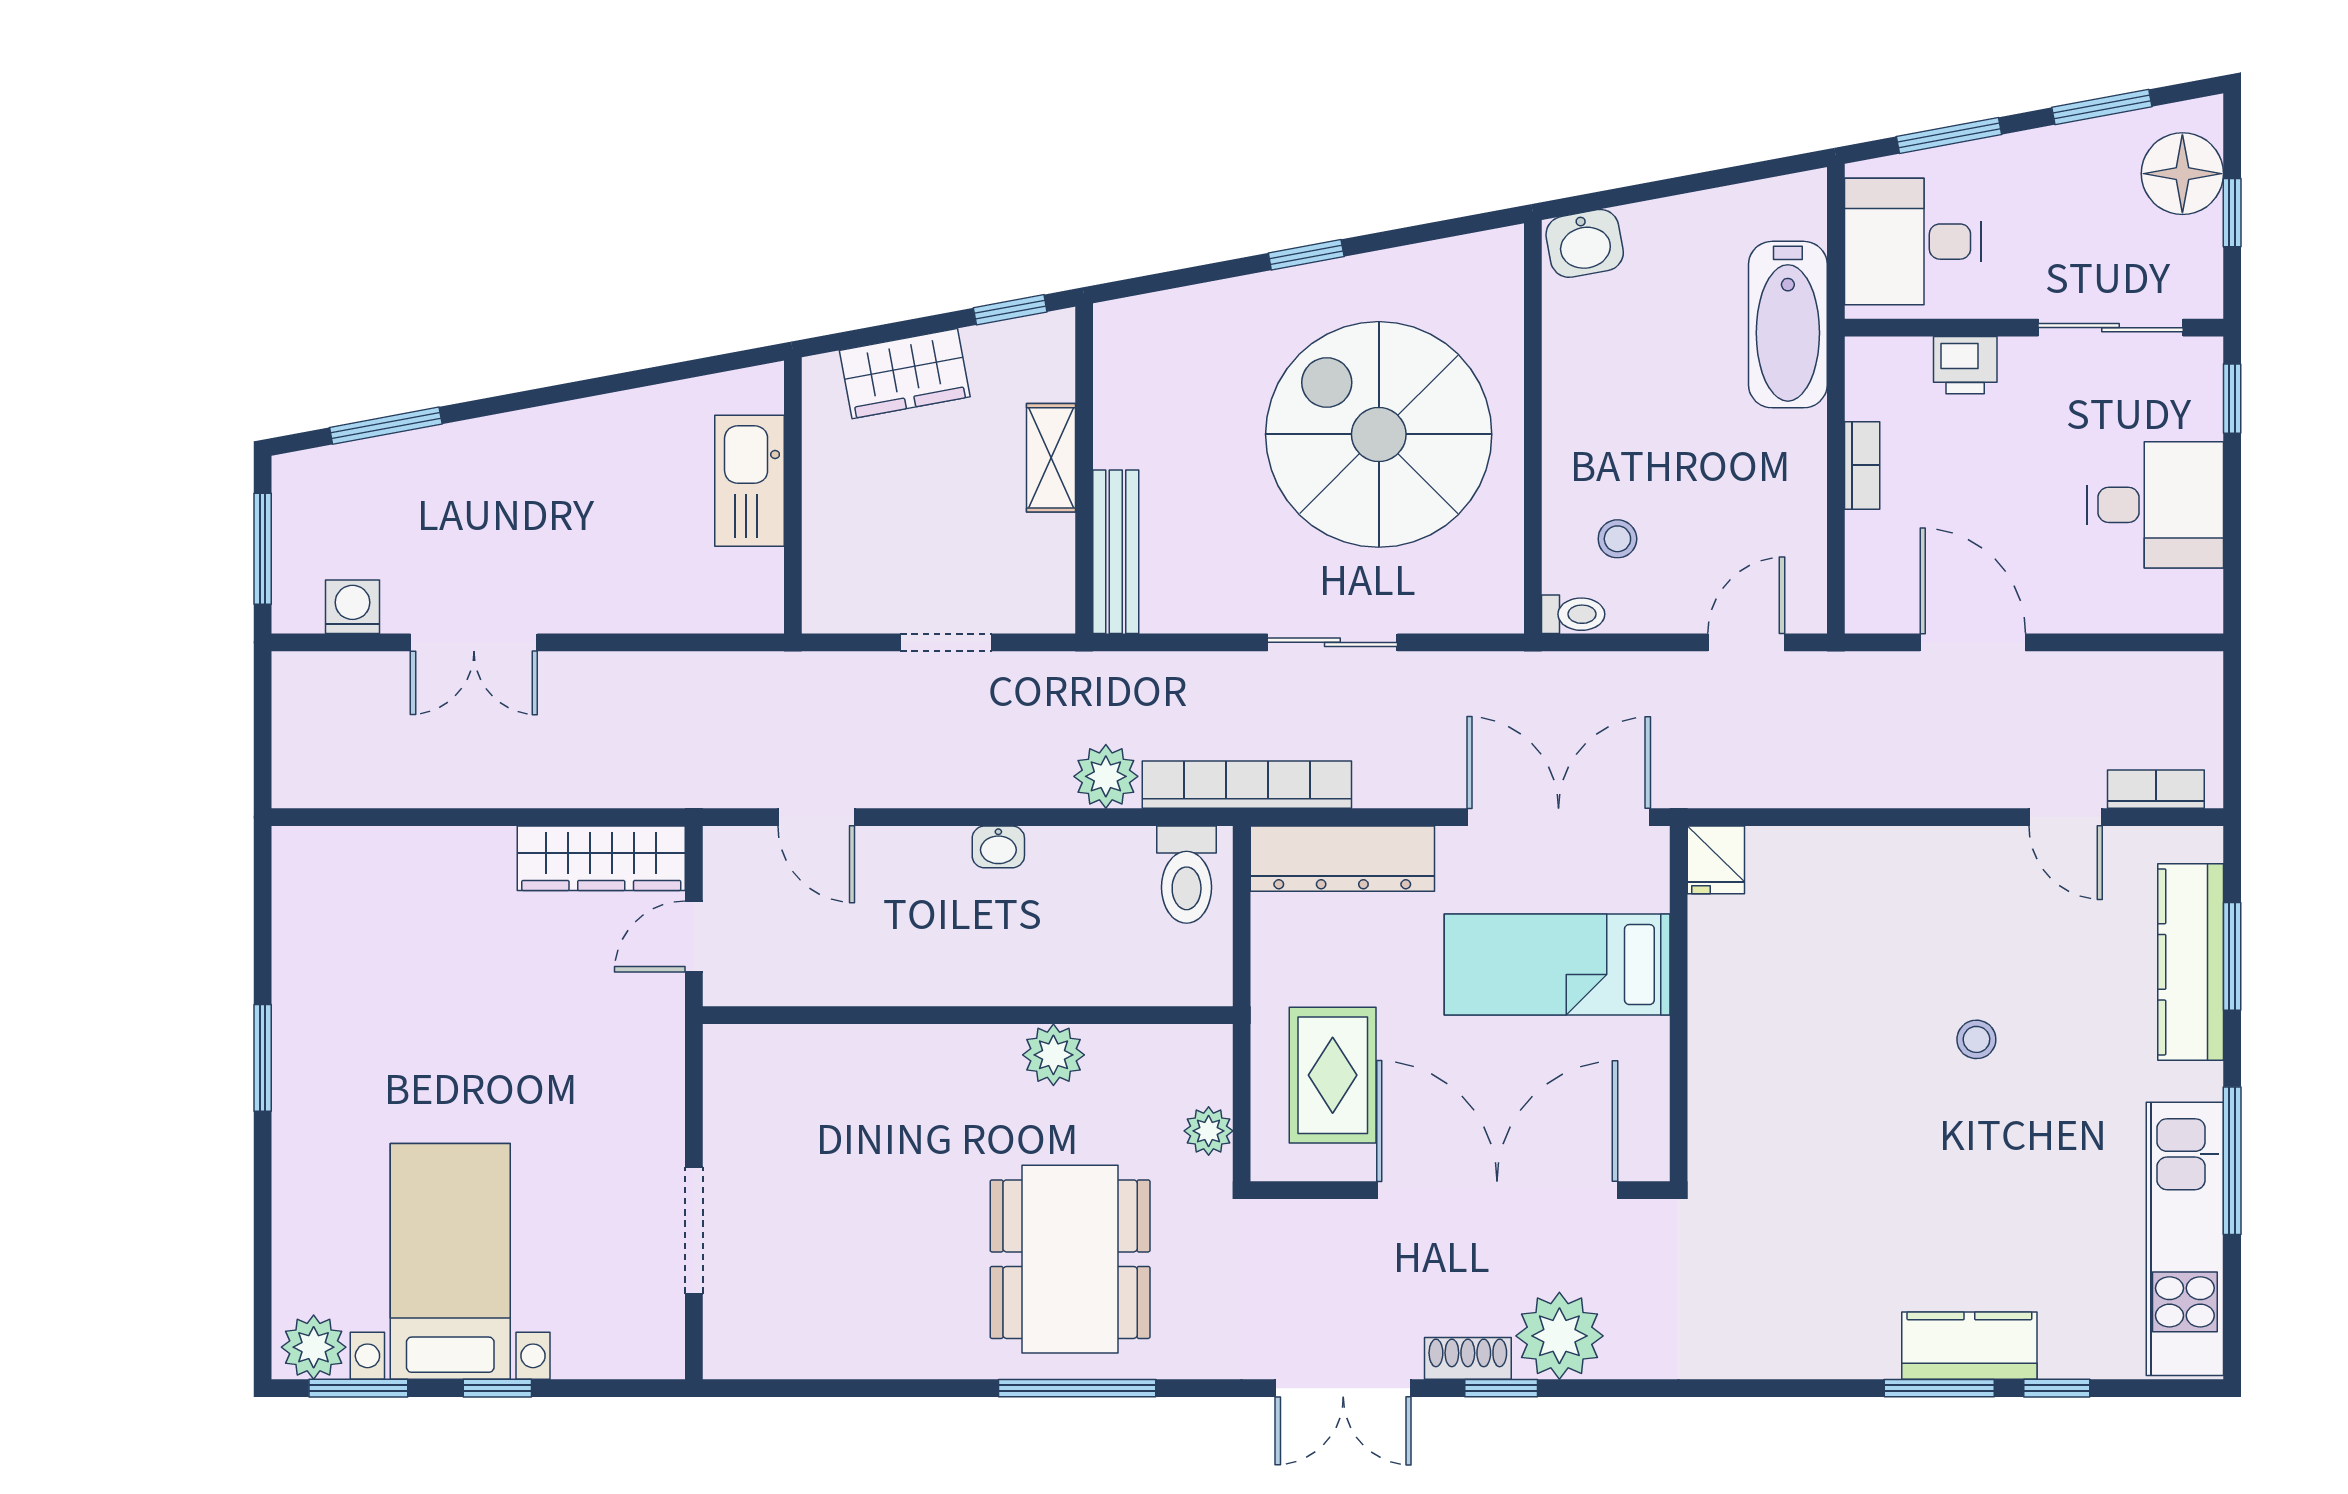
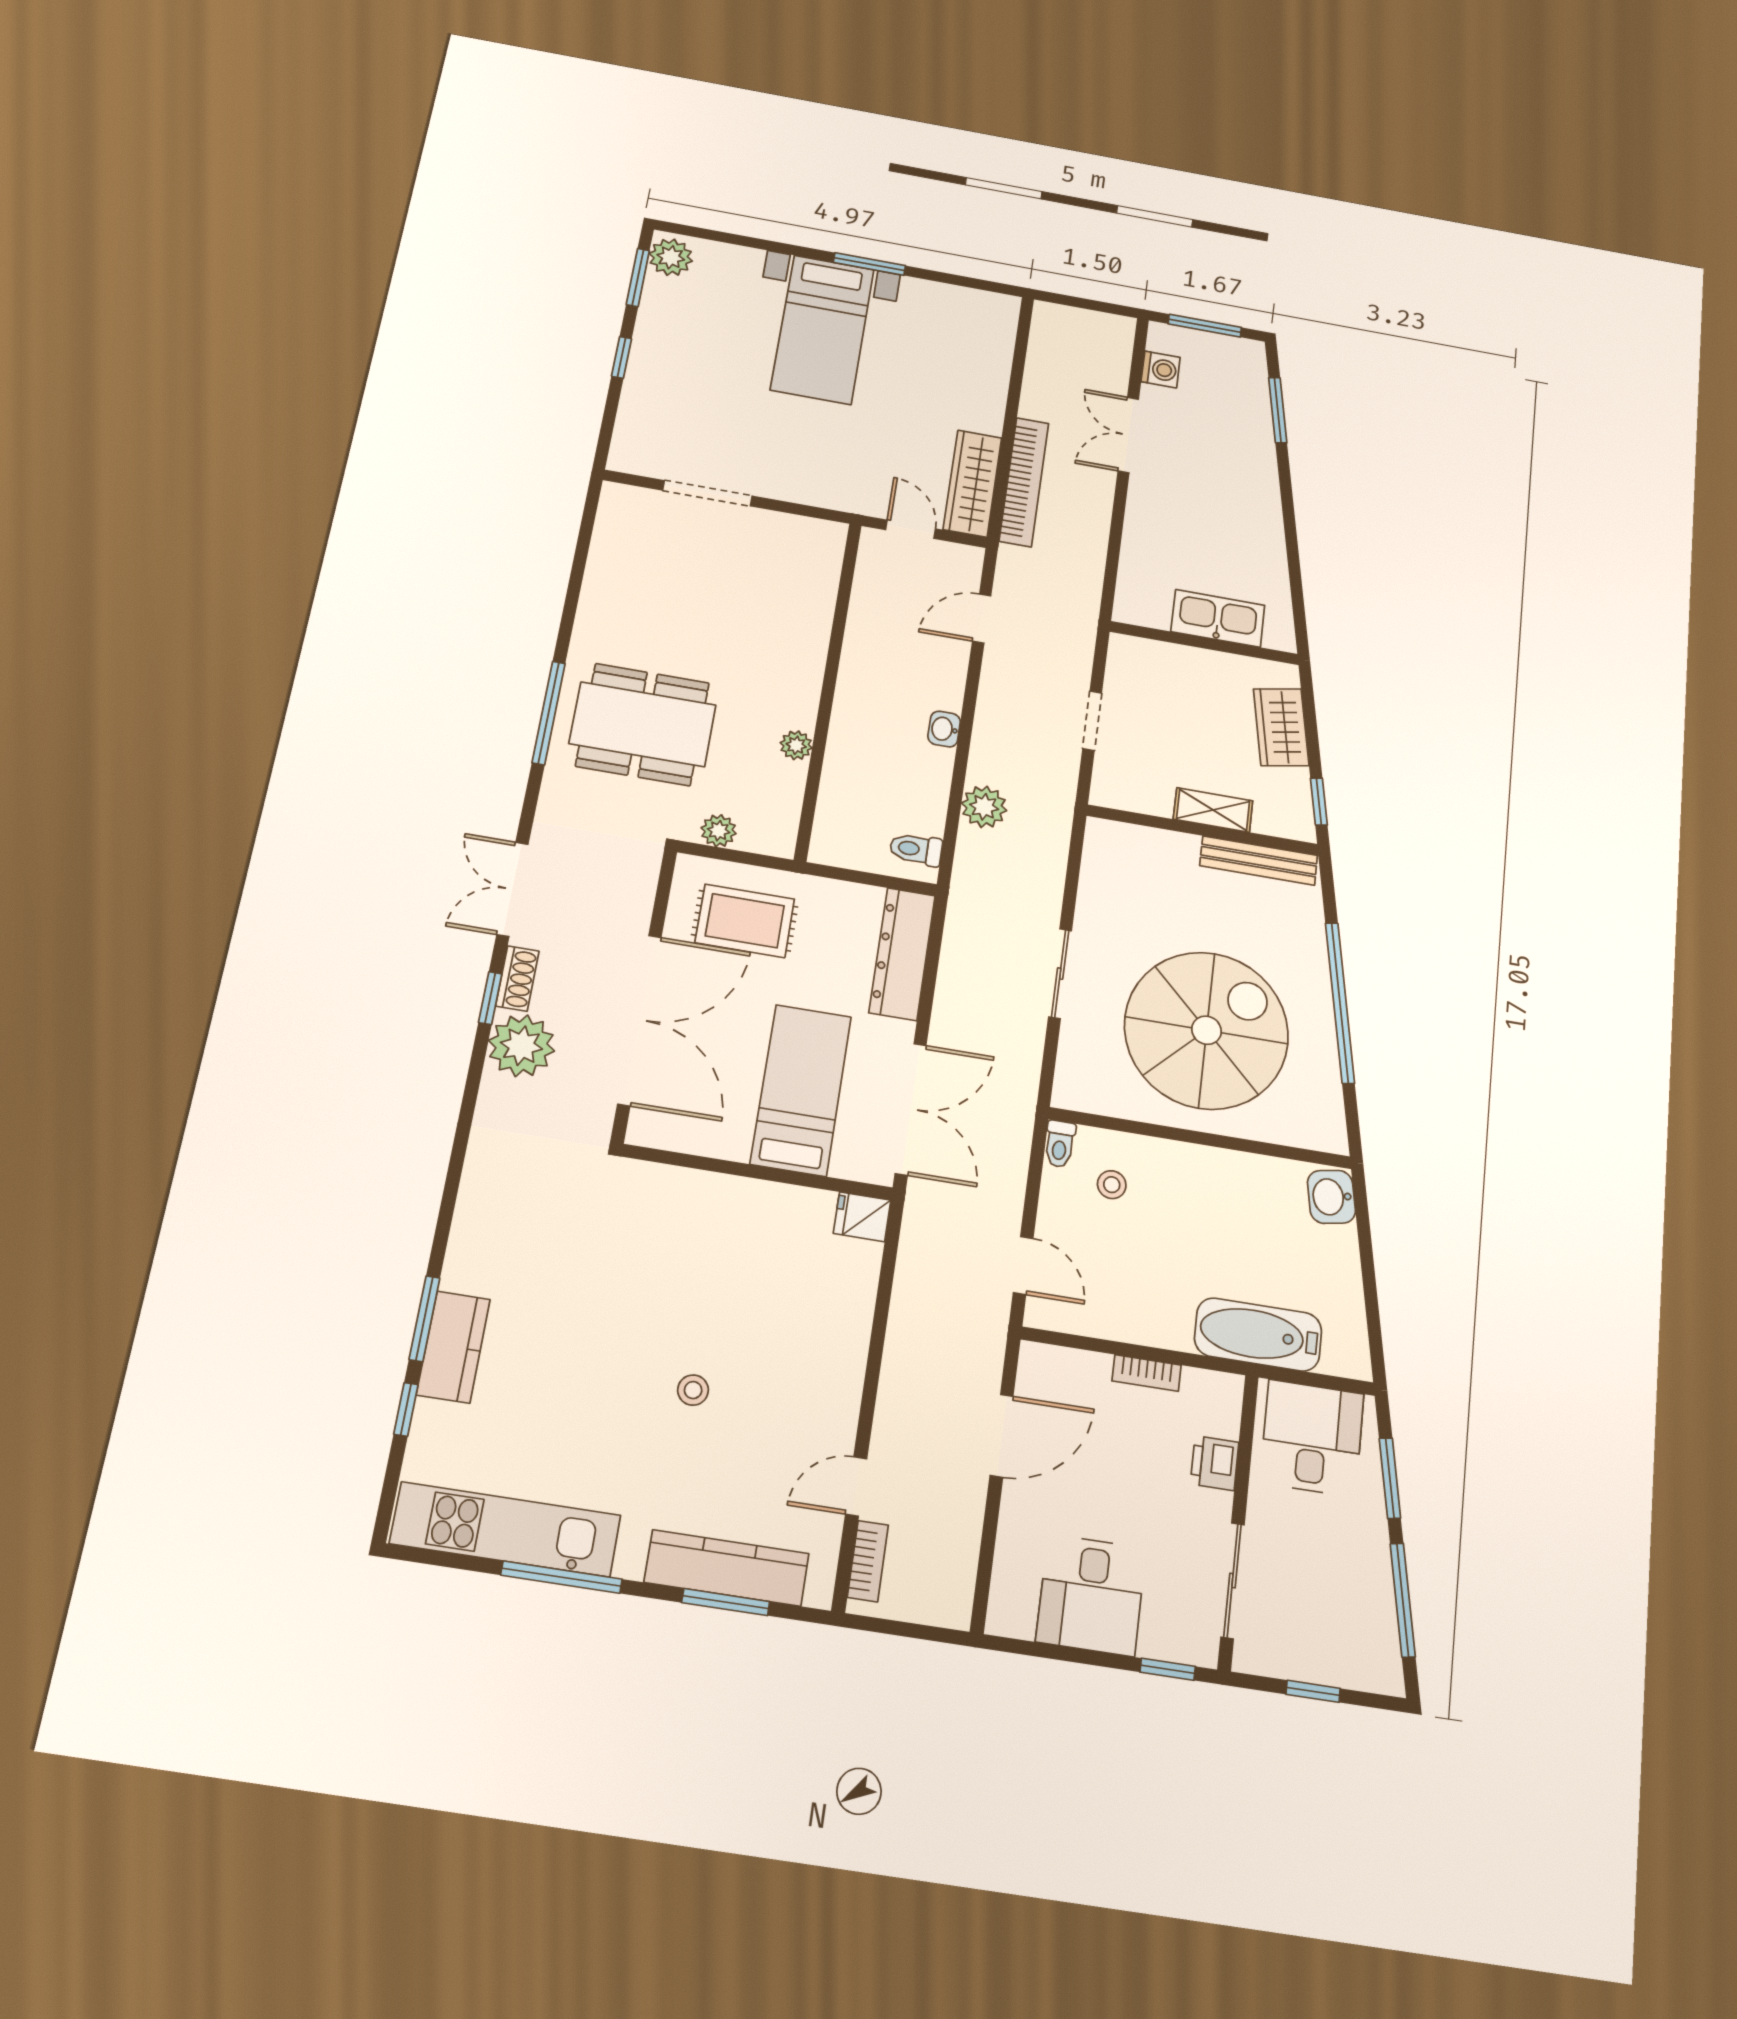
window: (2102, 107) -> (1403, 1600), width x1.44
floor lamp: (2182, 174) -> (1347, 1656), removed
window: (1306, 255) -> (1340, 1003), width x3.17
bench: (1116, 552) -> (1259, 861), moved
bookcase: (1247, 785) -> (1024, 482), moved
toilet: (1187, 875) -> (916, 849), width x0.73, depth x0.72
plant: (1053, 1055) -> (796, 745), width x0.73, depth x0.73
bed with nightstands: (450, 1261) -> (823, 329), moved, turned 90

